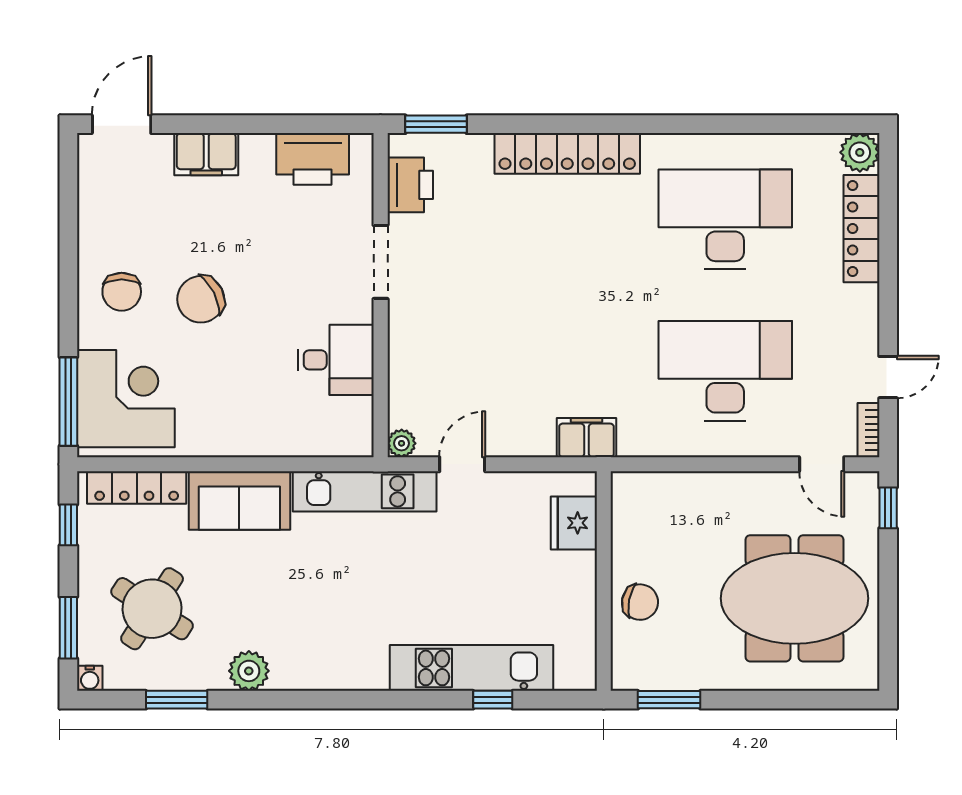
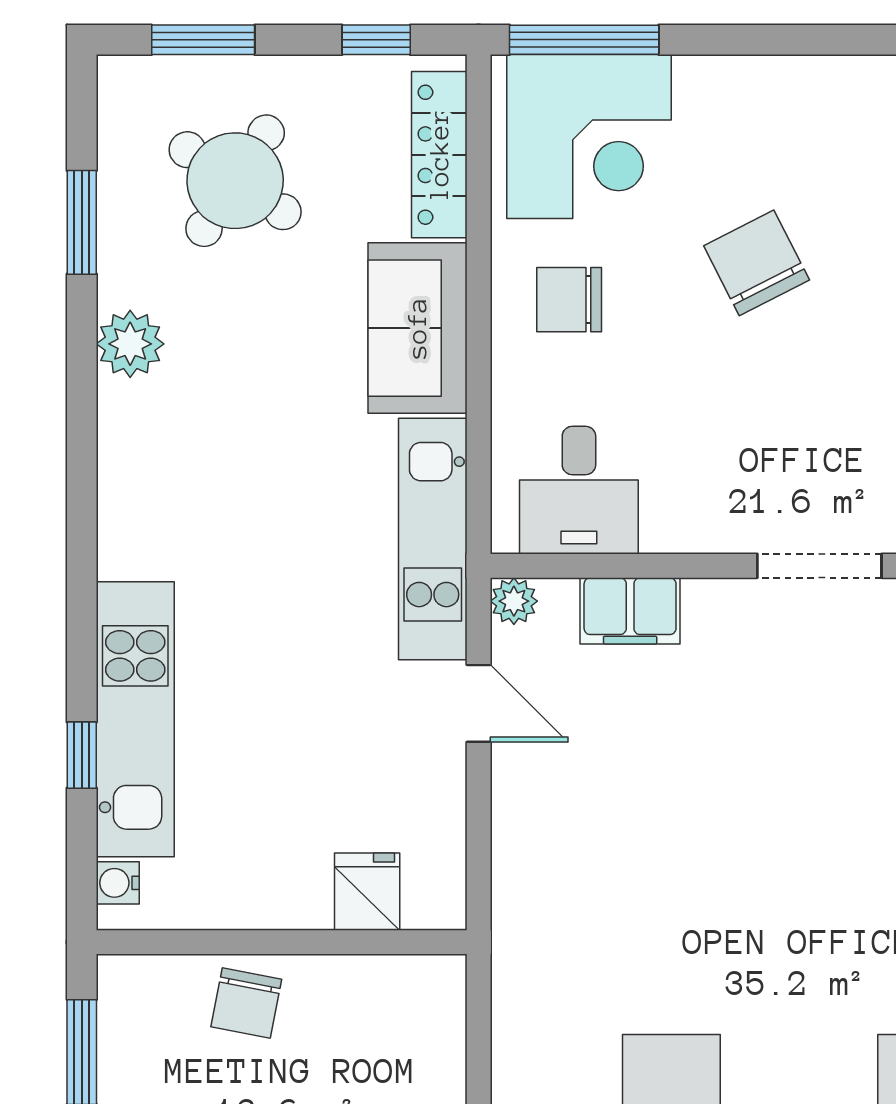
chair: (122, 292) -> (569, 300), moved
desk: (336, 360) -> (579, 490), moved
filing cabinet: (586, 438) -> (630, 611), moved, turned 90
fridge: (574, 523) -> (367, 892), width x0.72
water cooler: (90, 678) -> (118, 883), moved

